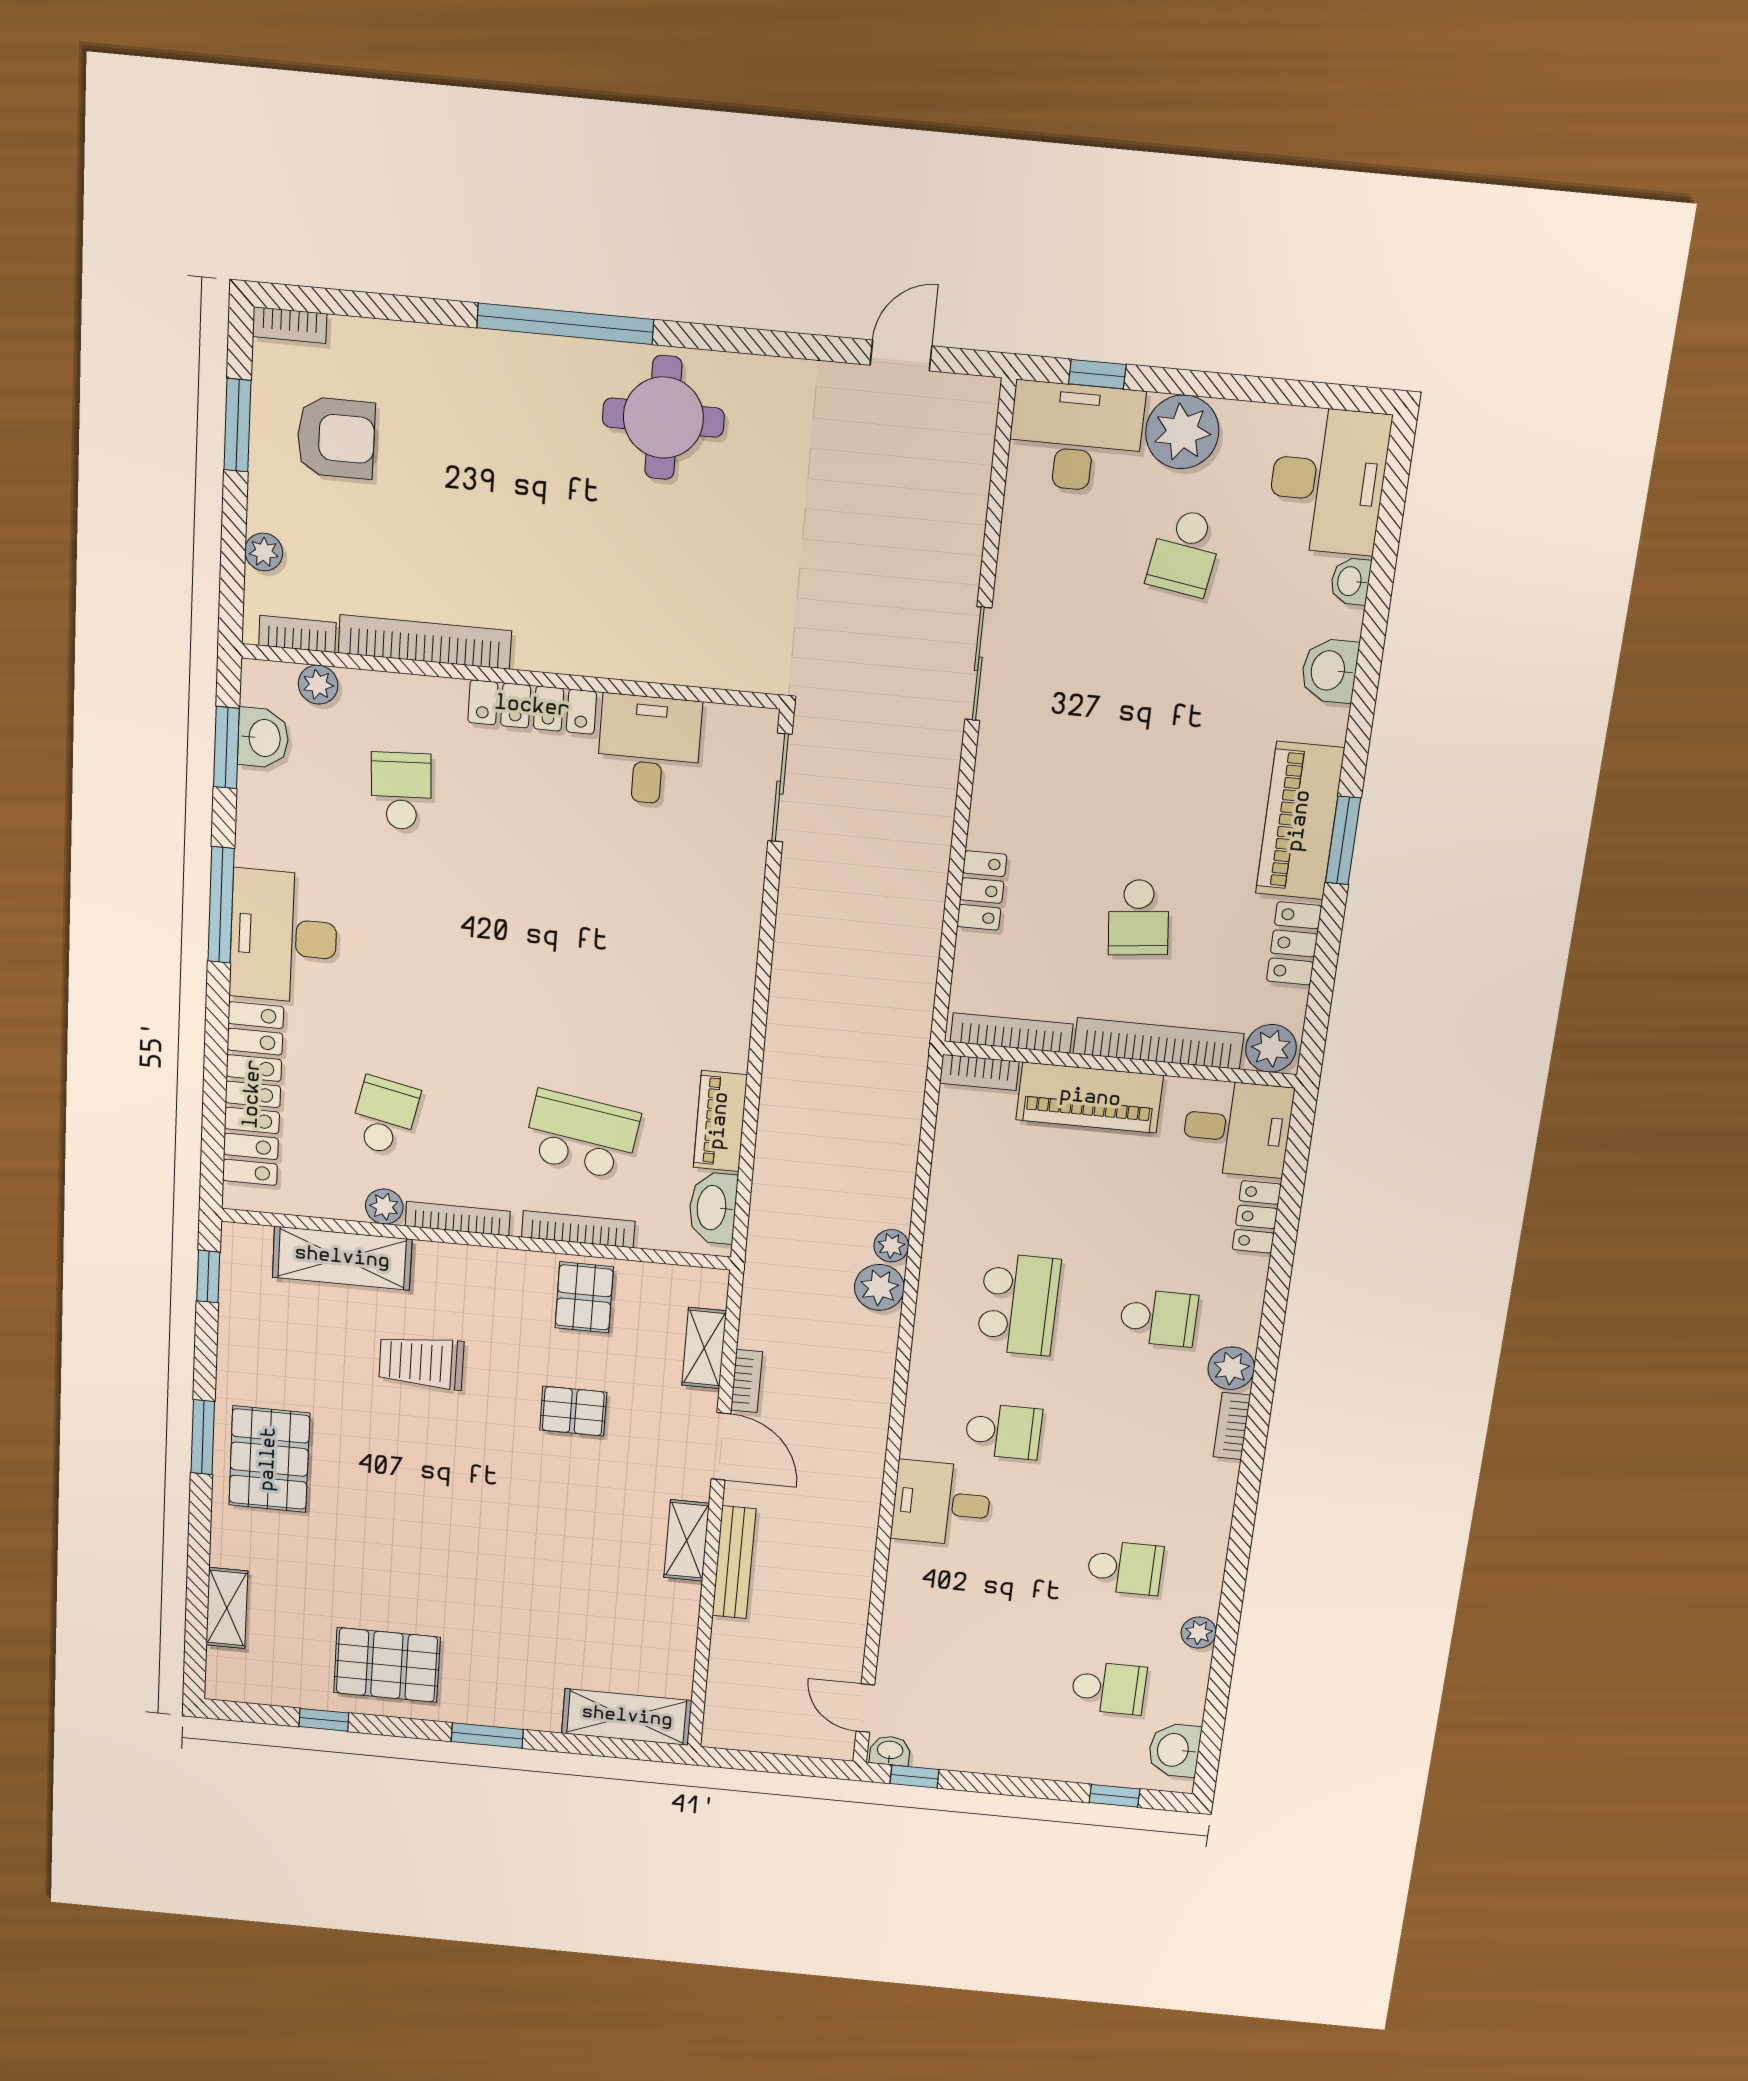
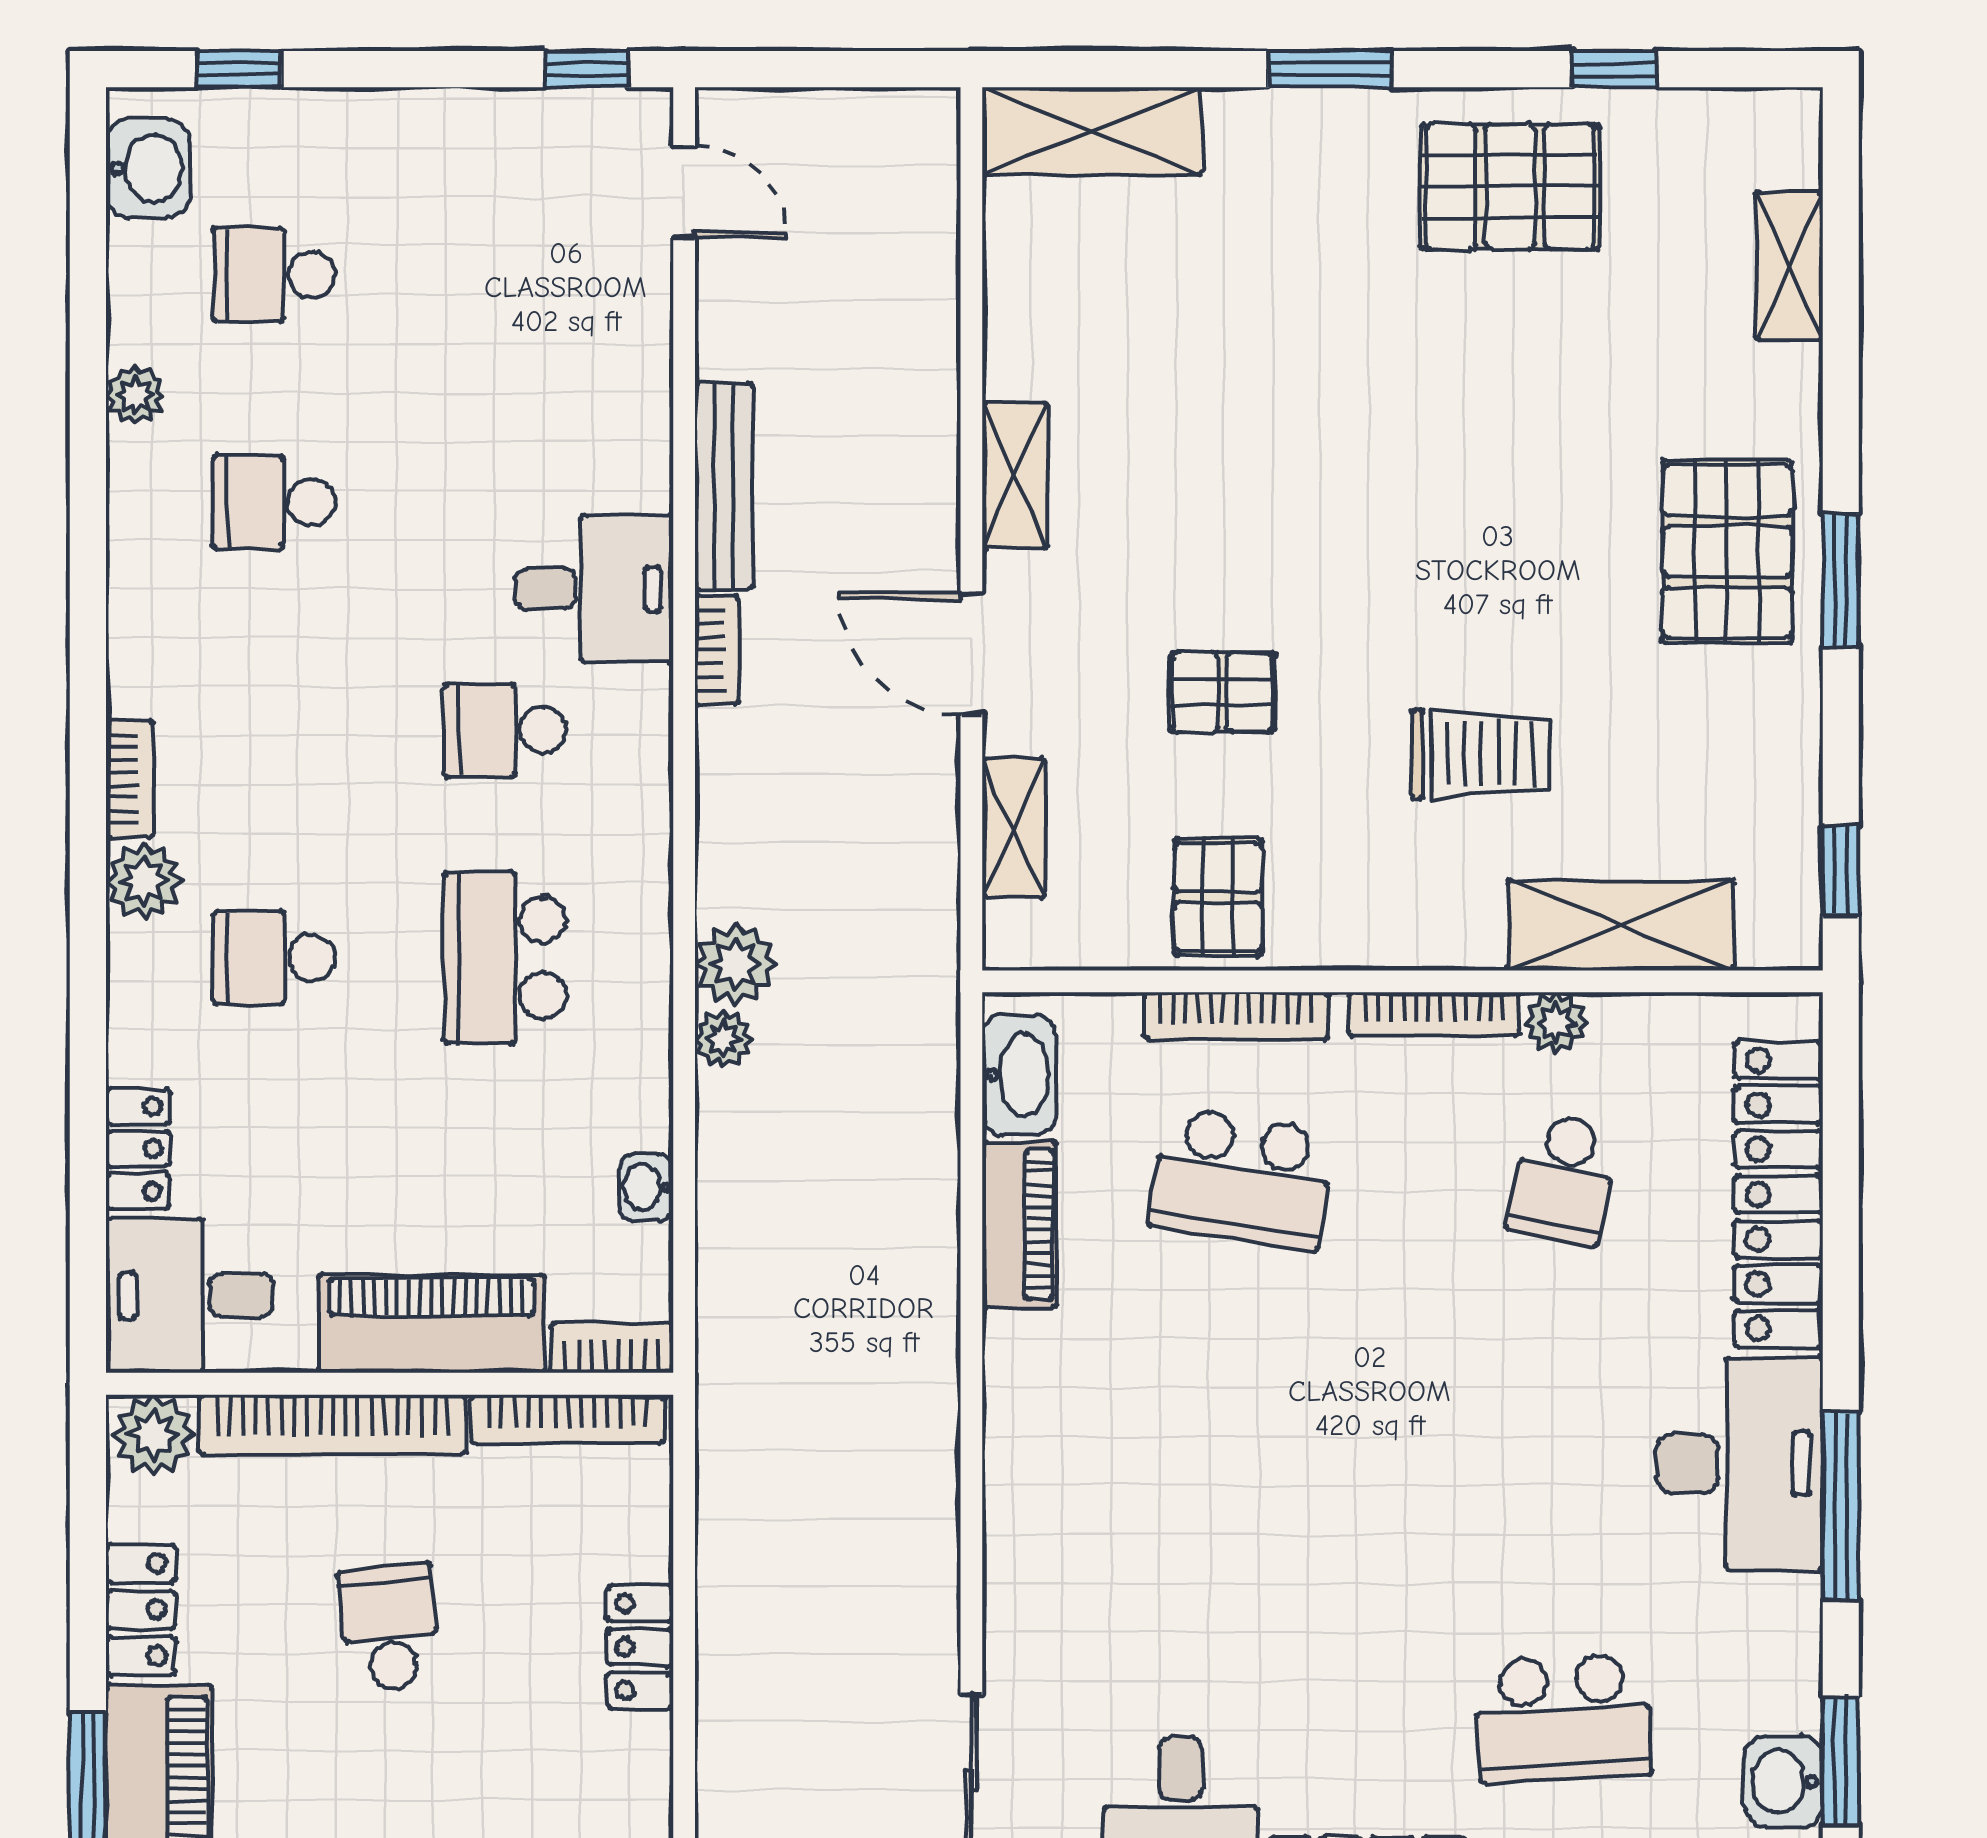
school desk: (401, 791) -> (1563, 1718), width x1.85
bookcase: (747, 1381) -> (717, 650), moved, turned 180
bench: (734, 1562) -> (724, 486), moved
washbasin: (890, 1751) -> (646, 1187), moved, turned 90

